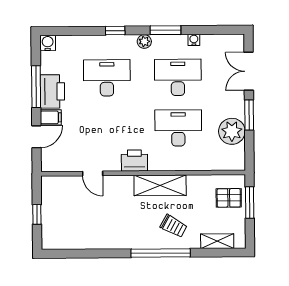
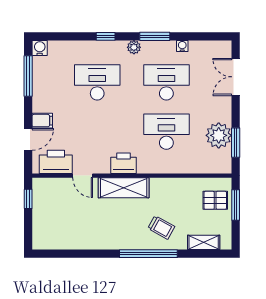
window: (36, 87) -> (28, 76), moved
printer: (52, 91) -> (56, 162), moved, turned -90
window: (249, 115) -> (236, 143), moved
shelving: (160, 185) -> (124, 188), moved
window: (37, 214) -> (28, 199), moved

